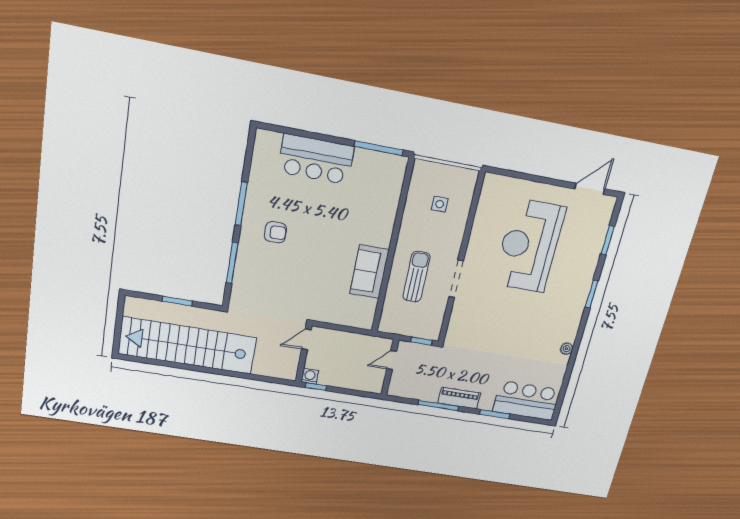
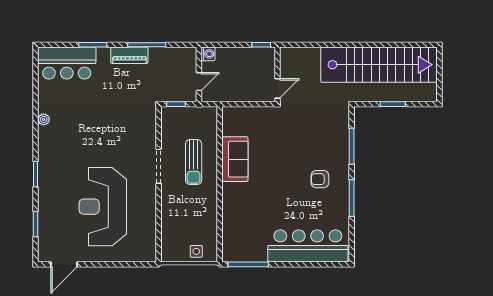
bar counter: (316, 159) -> (308, 246), width x1.36
side table: (440, 204) -> (196, 251), moved
reception desk: (529, 246) -> (103, 207), turned 180
washing machine: (310, 376) -> (208, 54), moved, turned -90

